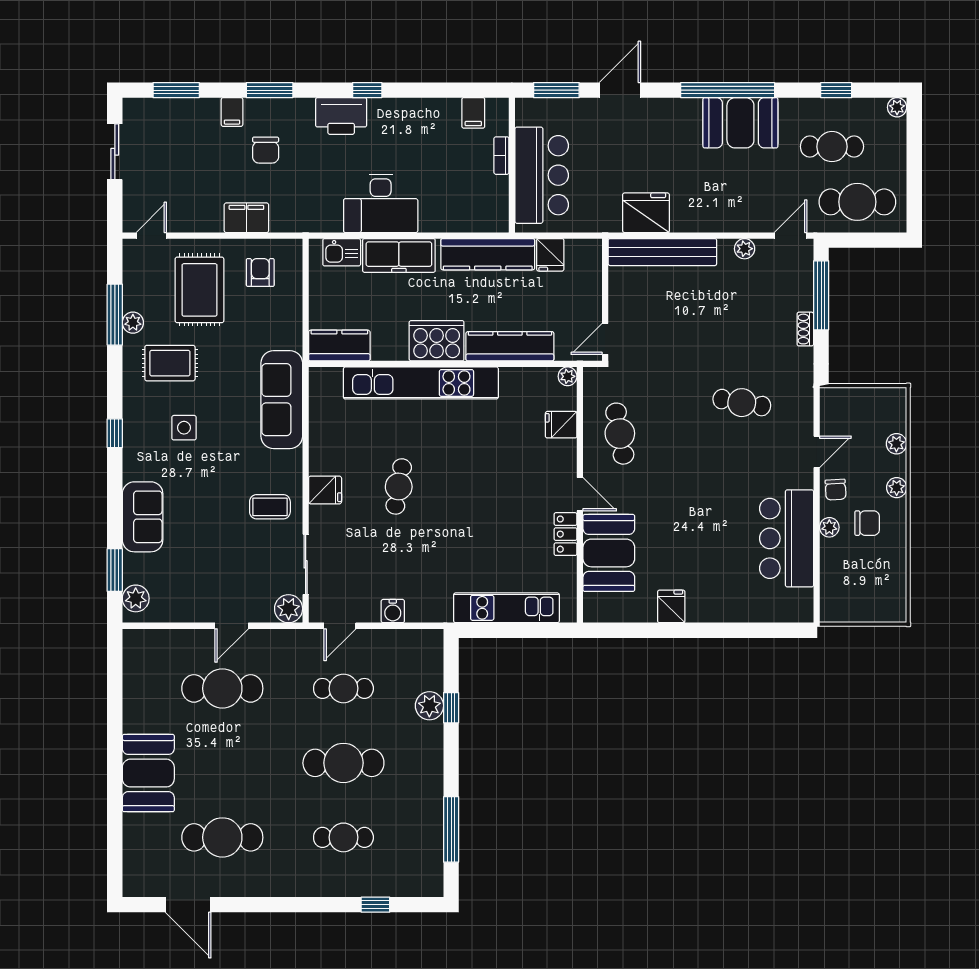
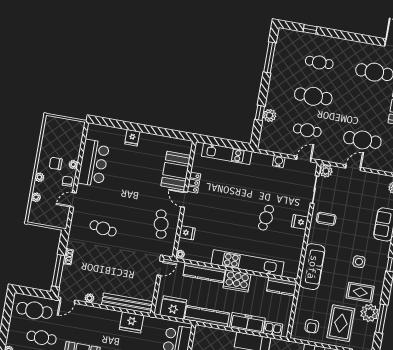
fridge: (550, 255) -> (173, 307), width x1.88, depth x1.34
plant: (133, 323) -> (370, 313), width x1.88, depth x1.88
fridge: (671, 606) -> (132, 138), moved

